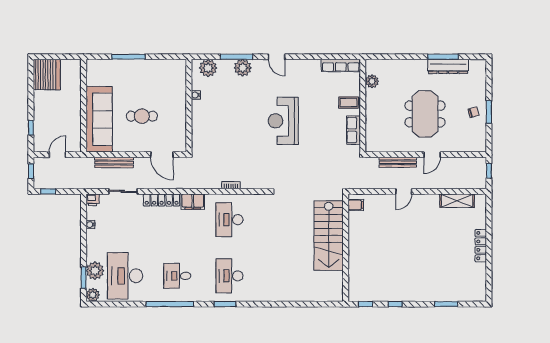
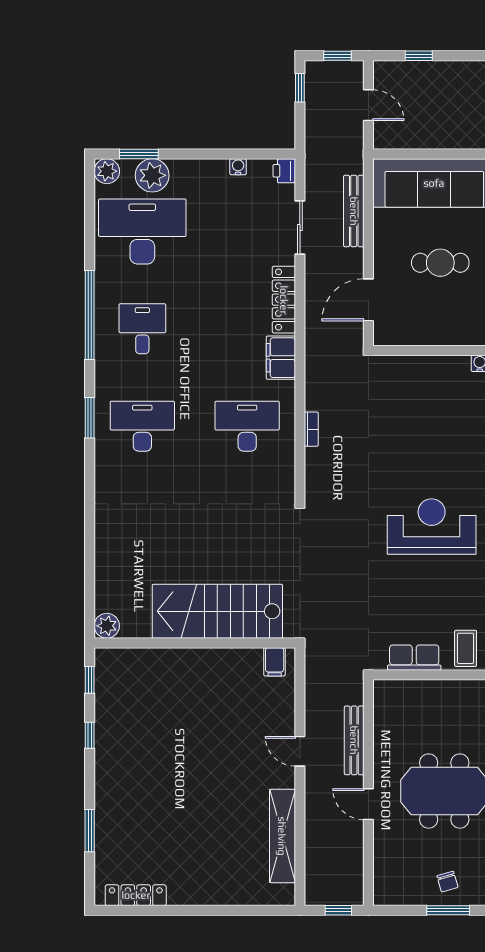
cafe table: (142, 116) -> (440, 263), turned 90
shelving: (457, 201) -> (282, 836), width x1.47
locker: (481, 246) -> (136, 895), moved
plant: (336, 295) -> (107, 626), added

